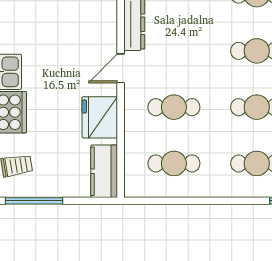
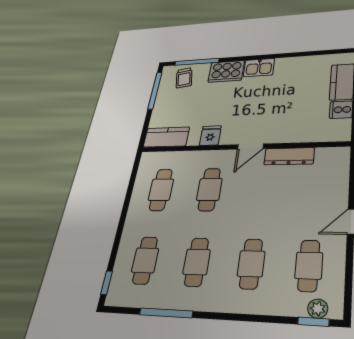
door: (121, 68) -> (250, 147), swing flipped
fridge: (100, 117) -> (210, 136), width x0.53, depth x0.75

